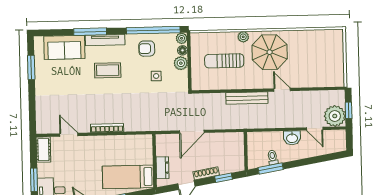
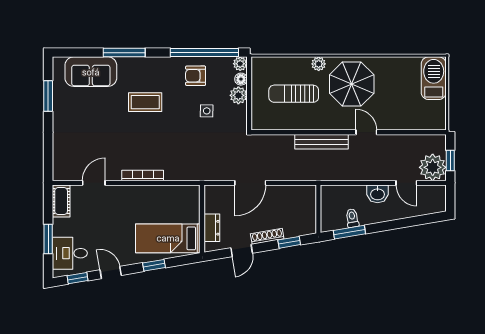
tv unit: (105, 40) -> (143, 64), removed
barbecue: (334, 46) -> (434, 78), added
door: (69, 135) -> (94, 183), hinge flipped

